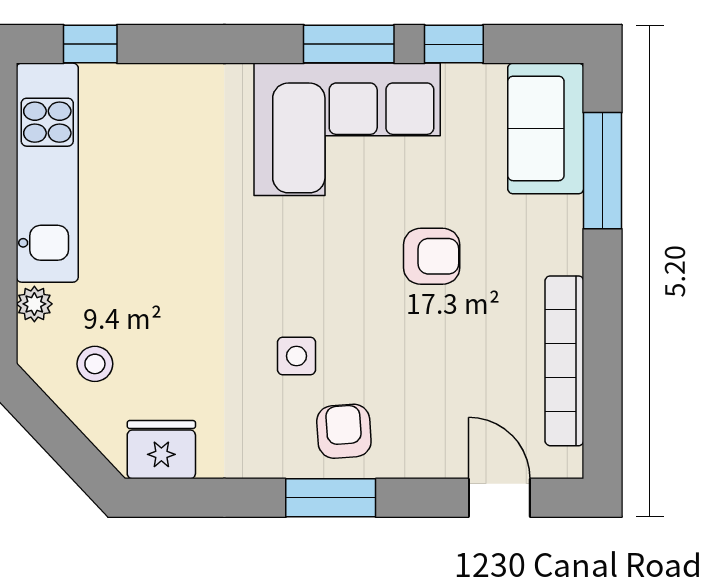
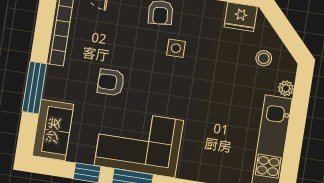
window: (603, 171) -> (34, 88), moved

